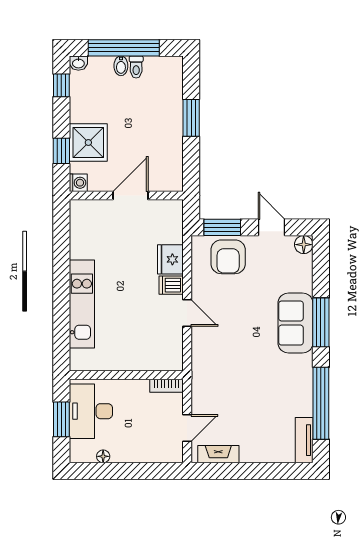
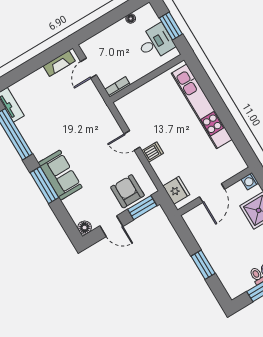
fridge: (170, 259) -> (176, 190), moved
kitchen unit: (82, 304) -> (202, 106), width x1.36
desk: (91, 411) -> (155, 42), width x0.73

